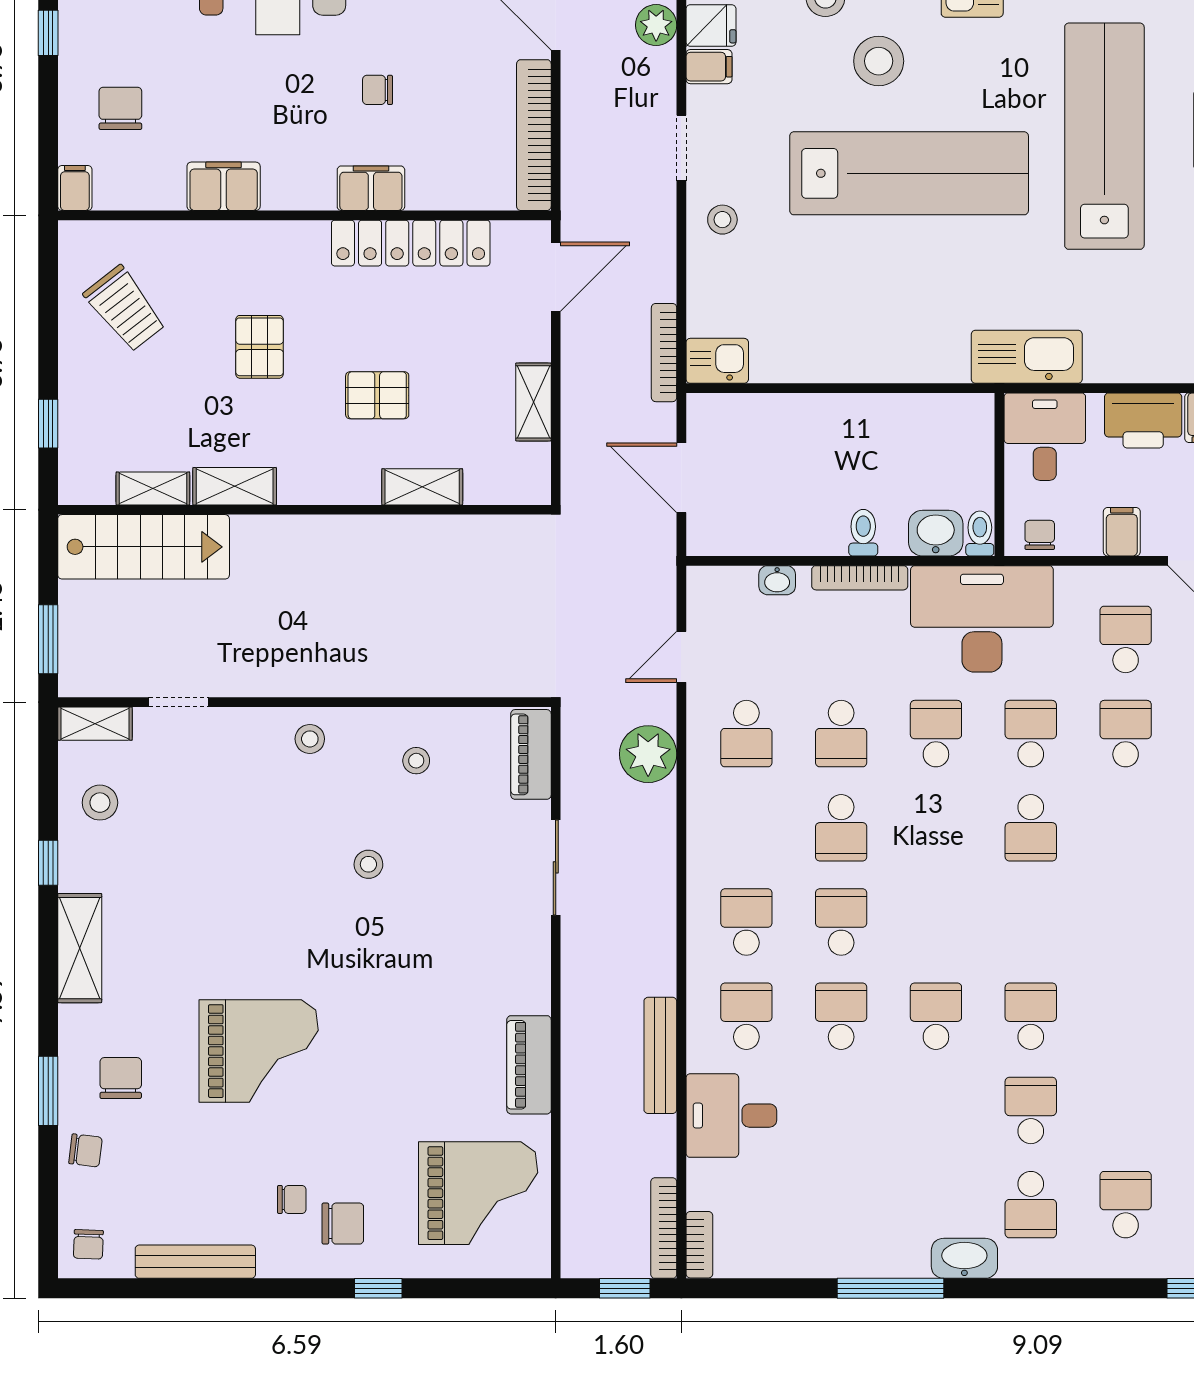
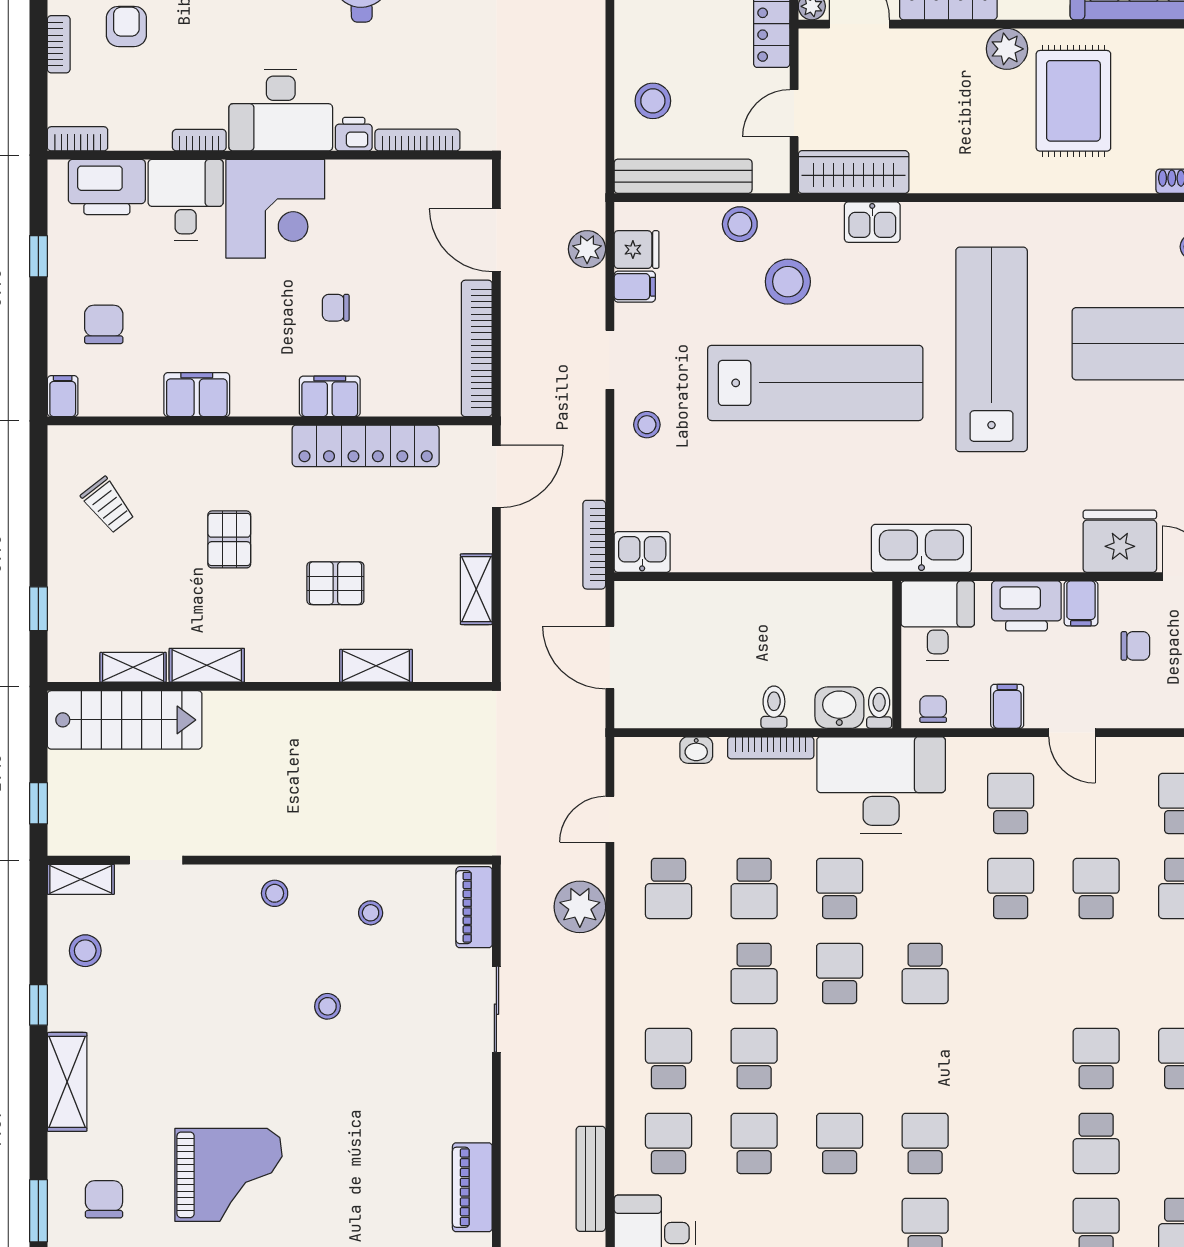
trolley: (125, 309) -> (108, 505), width x0.73, depth x0.72
window: (48, 639) -> (38, 803), width x0.67
school desk: (1031, 734) -> (840, 973), moved

